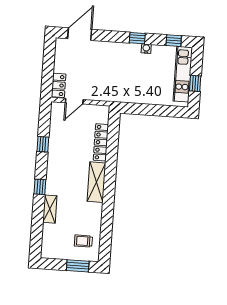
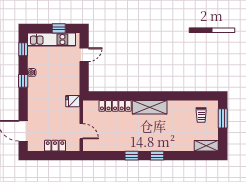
locker: (59, 85) -> (55, 146), moved
fridge: (110, 94) -> (73, 101), added
door: (163, 111) -> (84, 55), added
window: (43, 144) -> (132, 156), moved
shelving: (50, 209) -> (206, 146), moved

